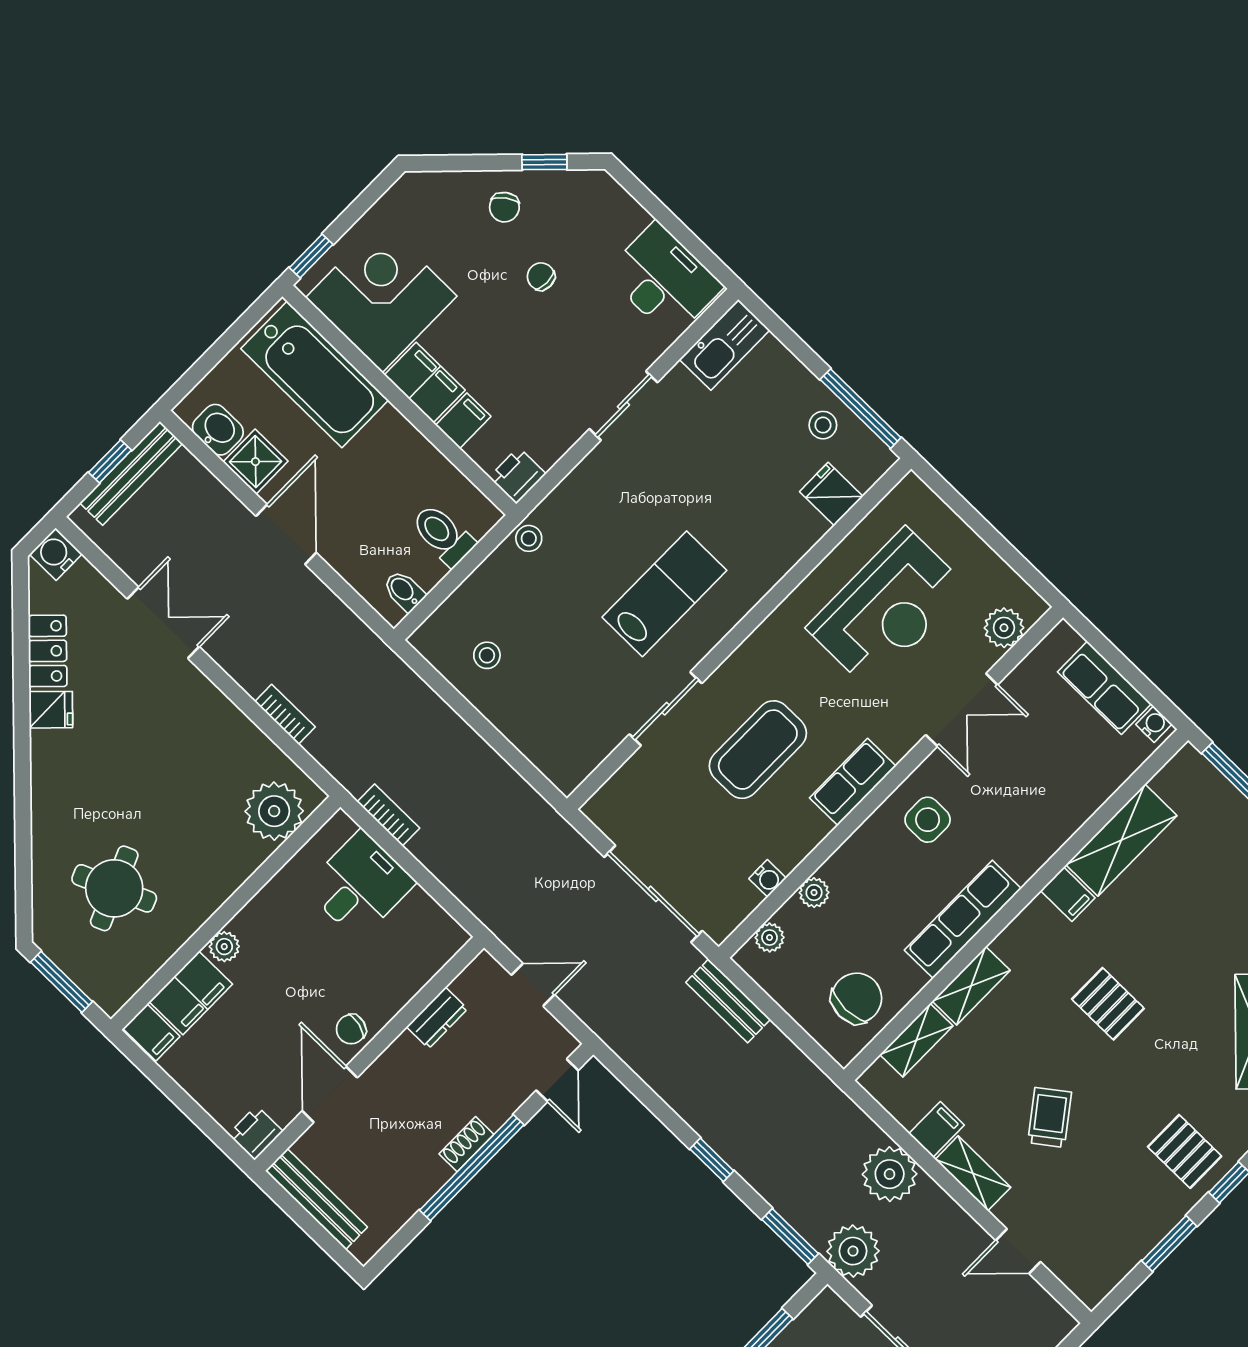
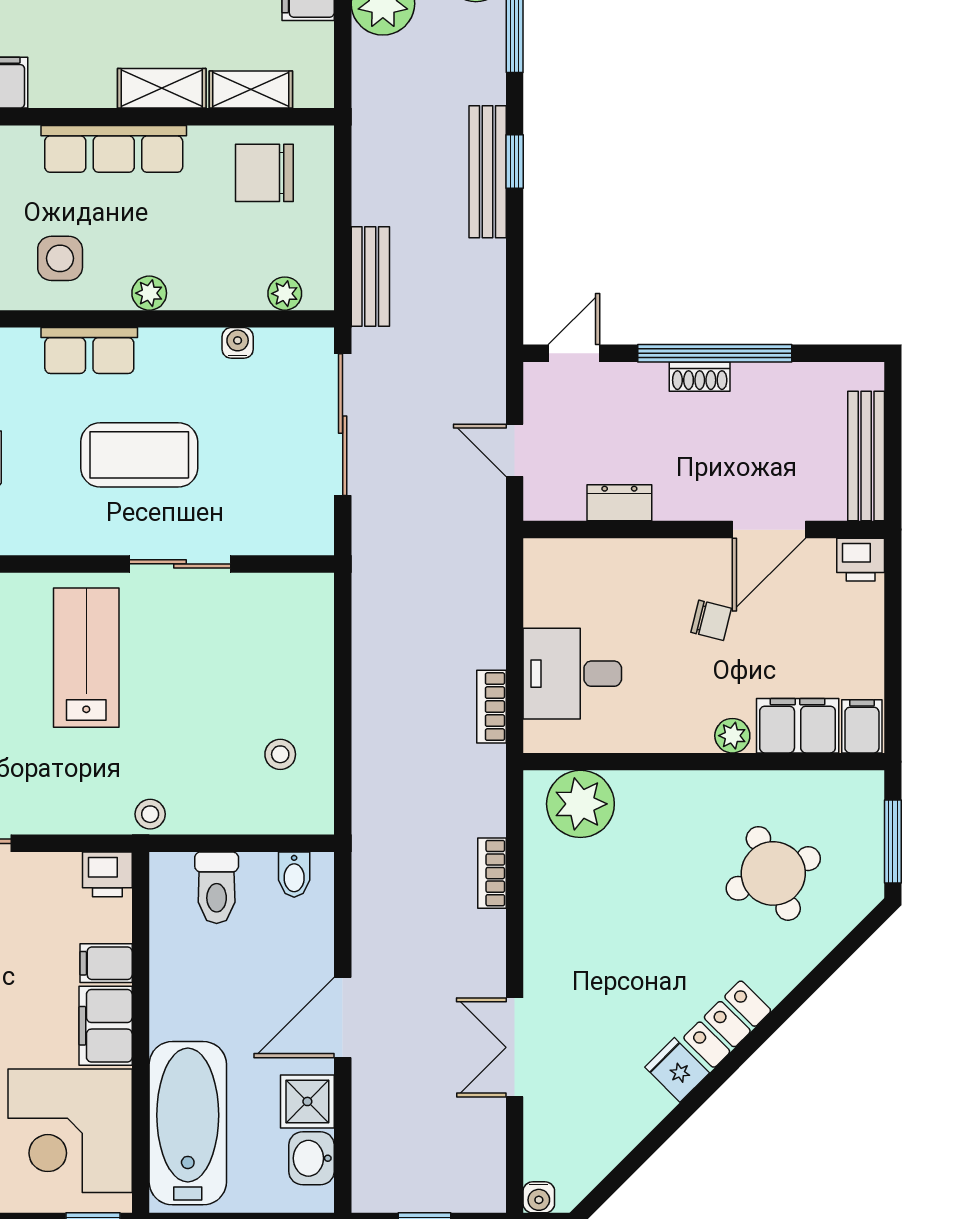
bench: (131, 473) -> (488, 172), moved, turned 90
water cooler: (56, 554) -> (539, 1197), width x0.72, depth x0.72
lab bench: (664, 594) -> (86, 658), turned 90
locker: (48, 651) -> (727, 1024), moved
plant: (814, 893) -> (149, 293), moved
chair: (351, 1029) -> (711, 620), moved

